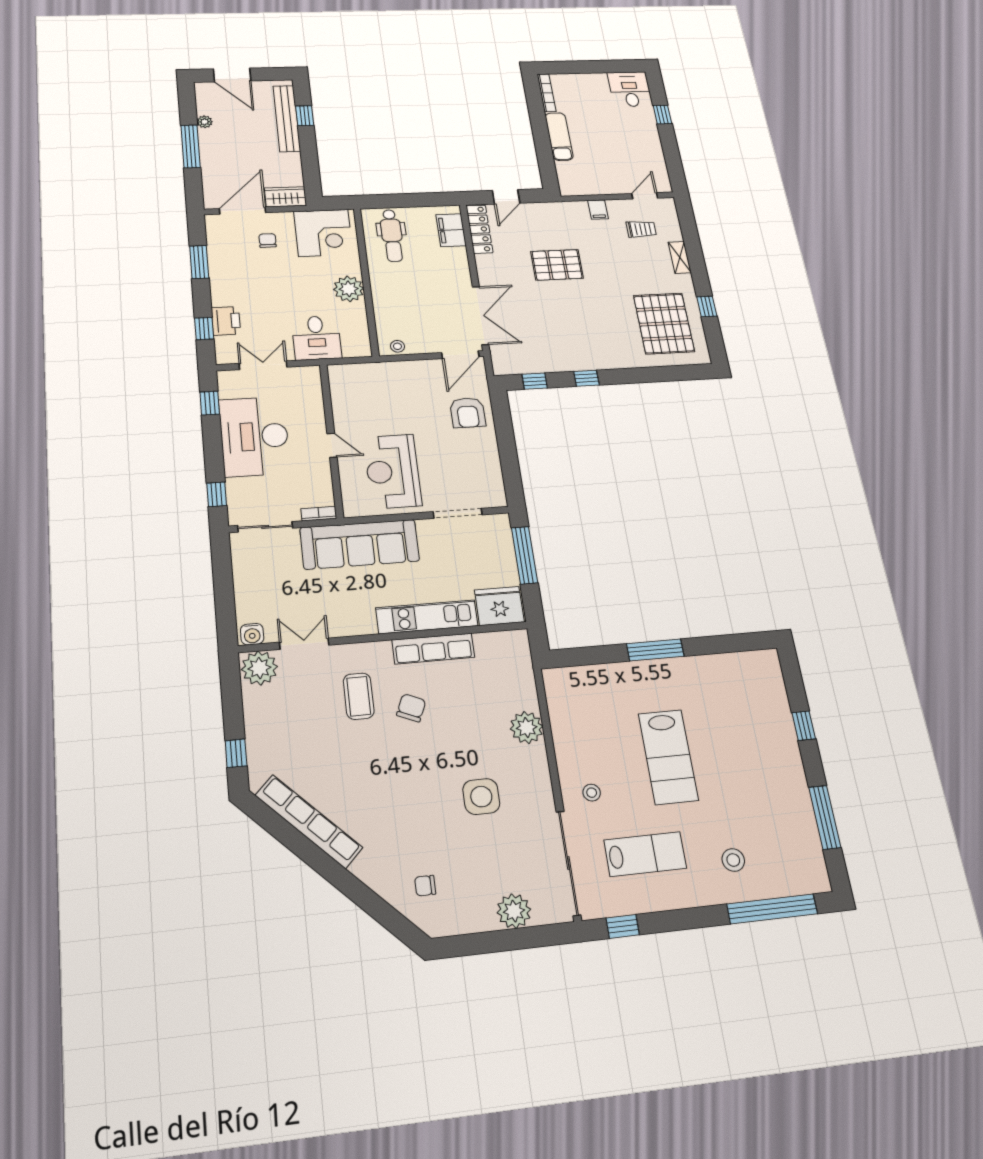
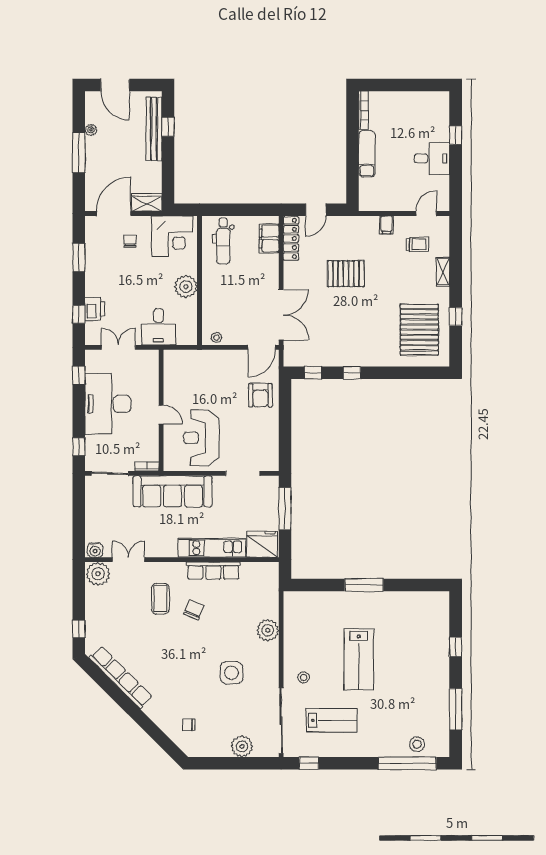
desk: (630, 89) -> (432, 158), moved, turned 90
stool: (733, 860) -> (417, 744), moved

